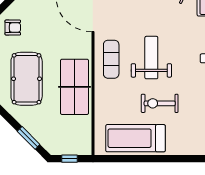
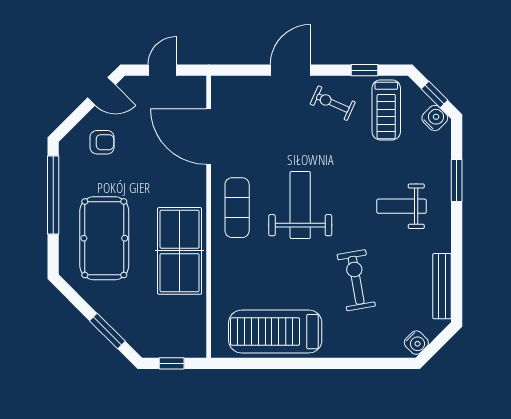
armchair: (13, 28) -> (102, 142), moved
exercise bike: (160, 103) -> (356, 280), moved, turned 80

